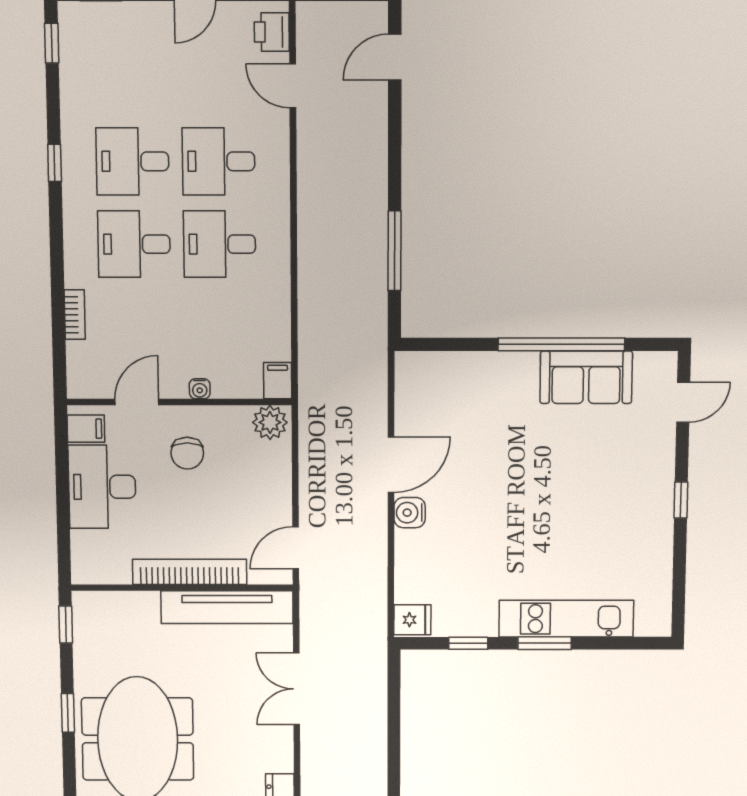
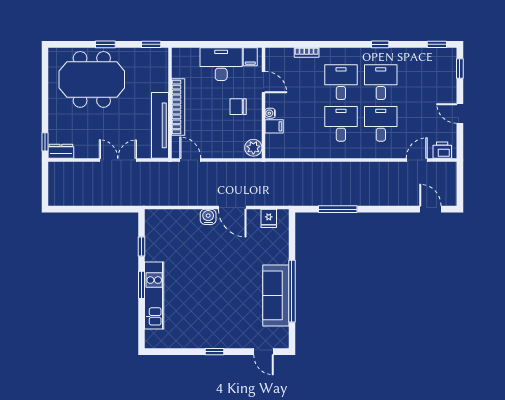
sofa: (586, 377) -> (276, 295), width x1.36
filing cabinet: (278, 381) -> (274, 126), moved
fridge: (412, 620) -> (269, 218), moved

